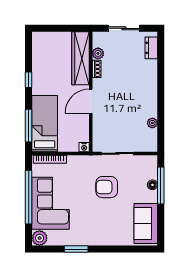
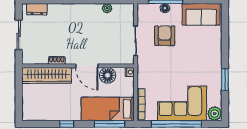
plant: (98, 53) -> (42, 59), removed
floor lamp: (80, 123) -> (108, 75), added
armchair: (107, 187) -> (165, 36), moved, turned 180

